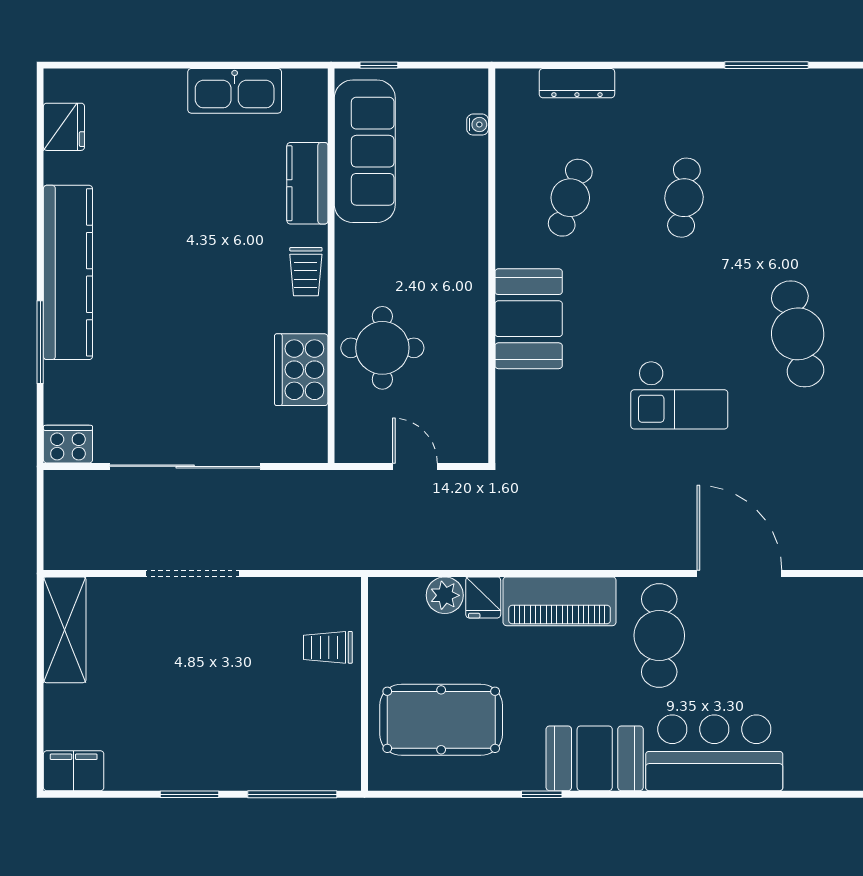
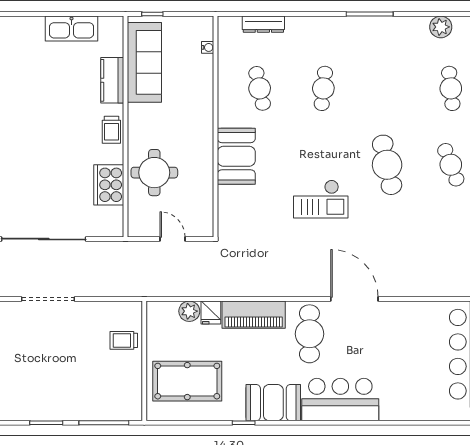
cafe table: (570, 198) -> (260, 88), turned -30

